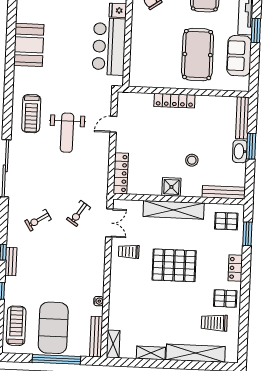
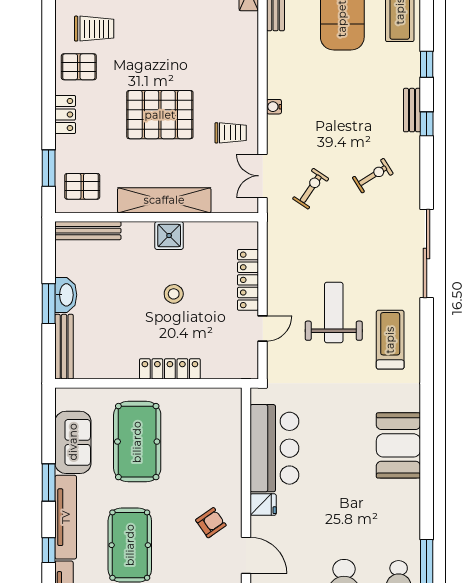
stool: (192, 160) -> (174, 294), moved
locker: (121, 173) -> (248, 280), moved
water cooler: (99, 301) -> (274, 107), moved

